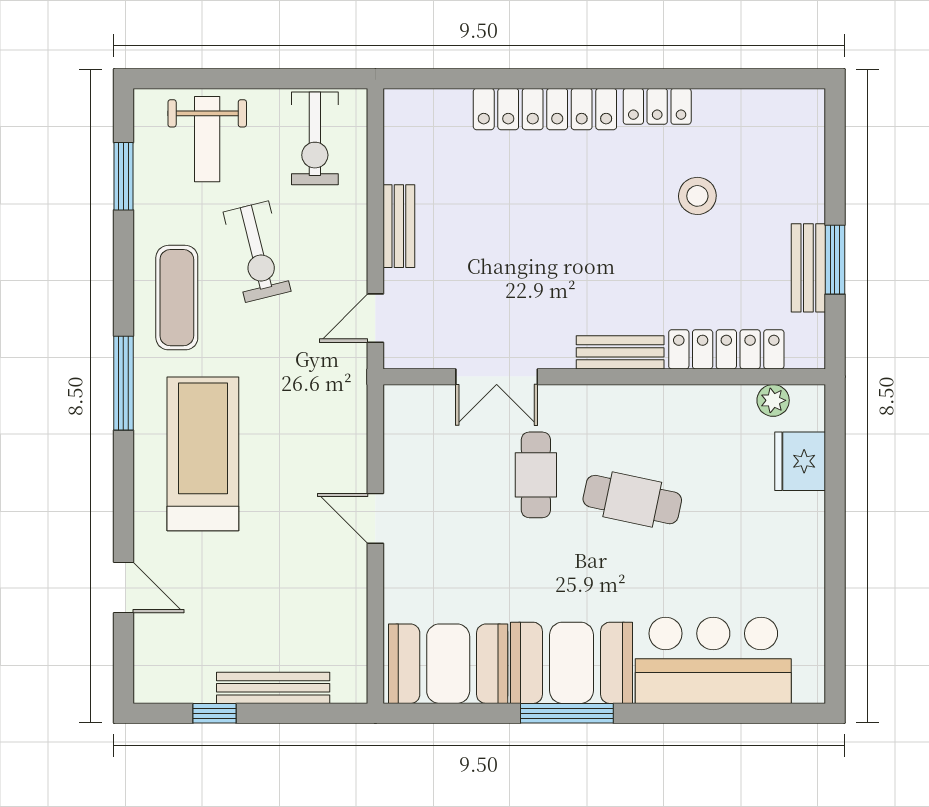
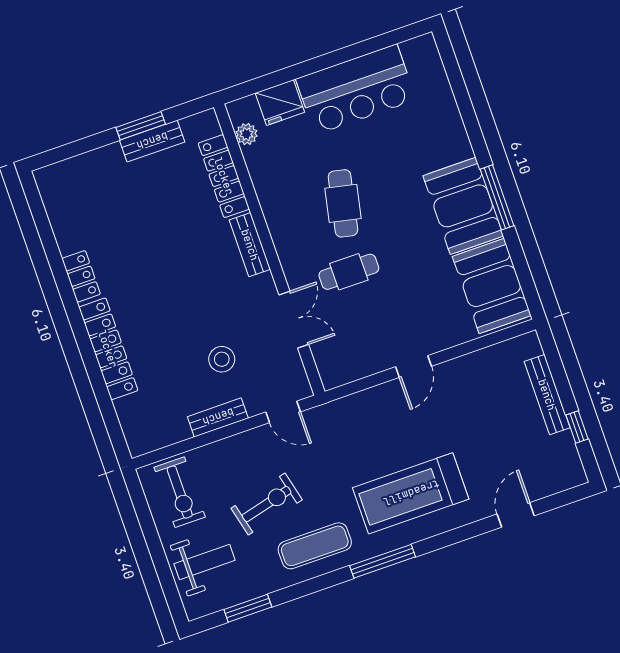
exercise bike: (315, 138) -> (180, 492), turned 90
stool: (697, 196) -> (222, 359), moved
bar counter: (713, 660) -> (356, 89), moved, turned -90

